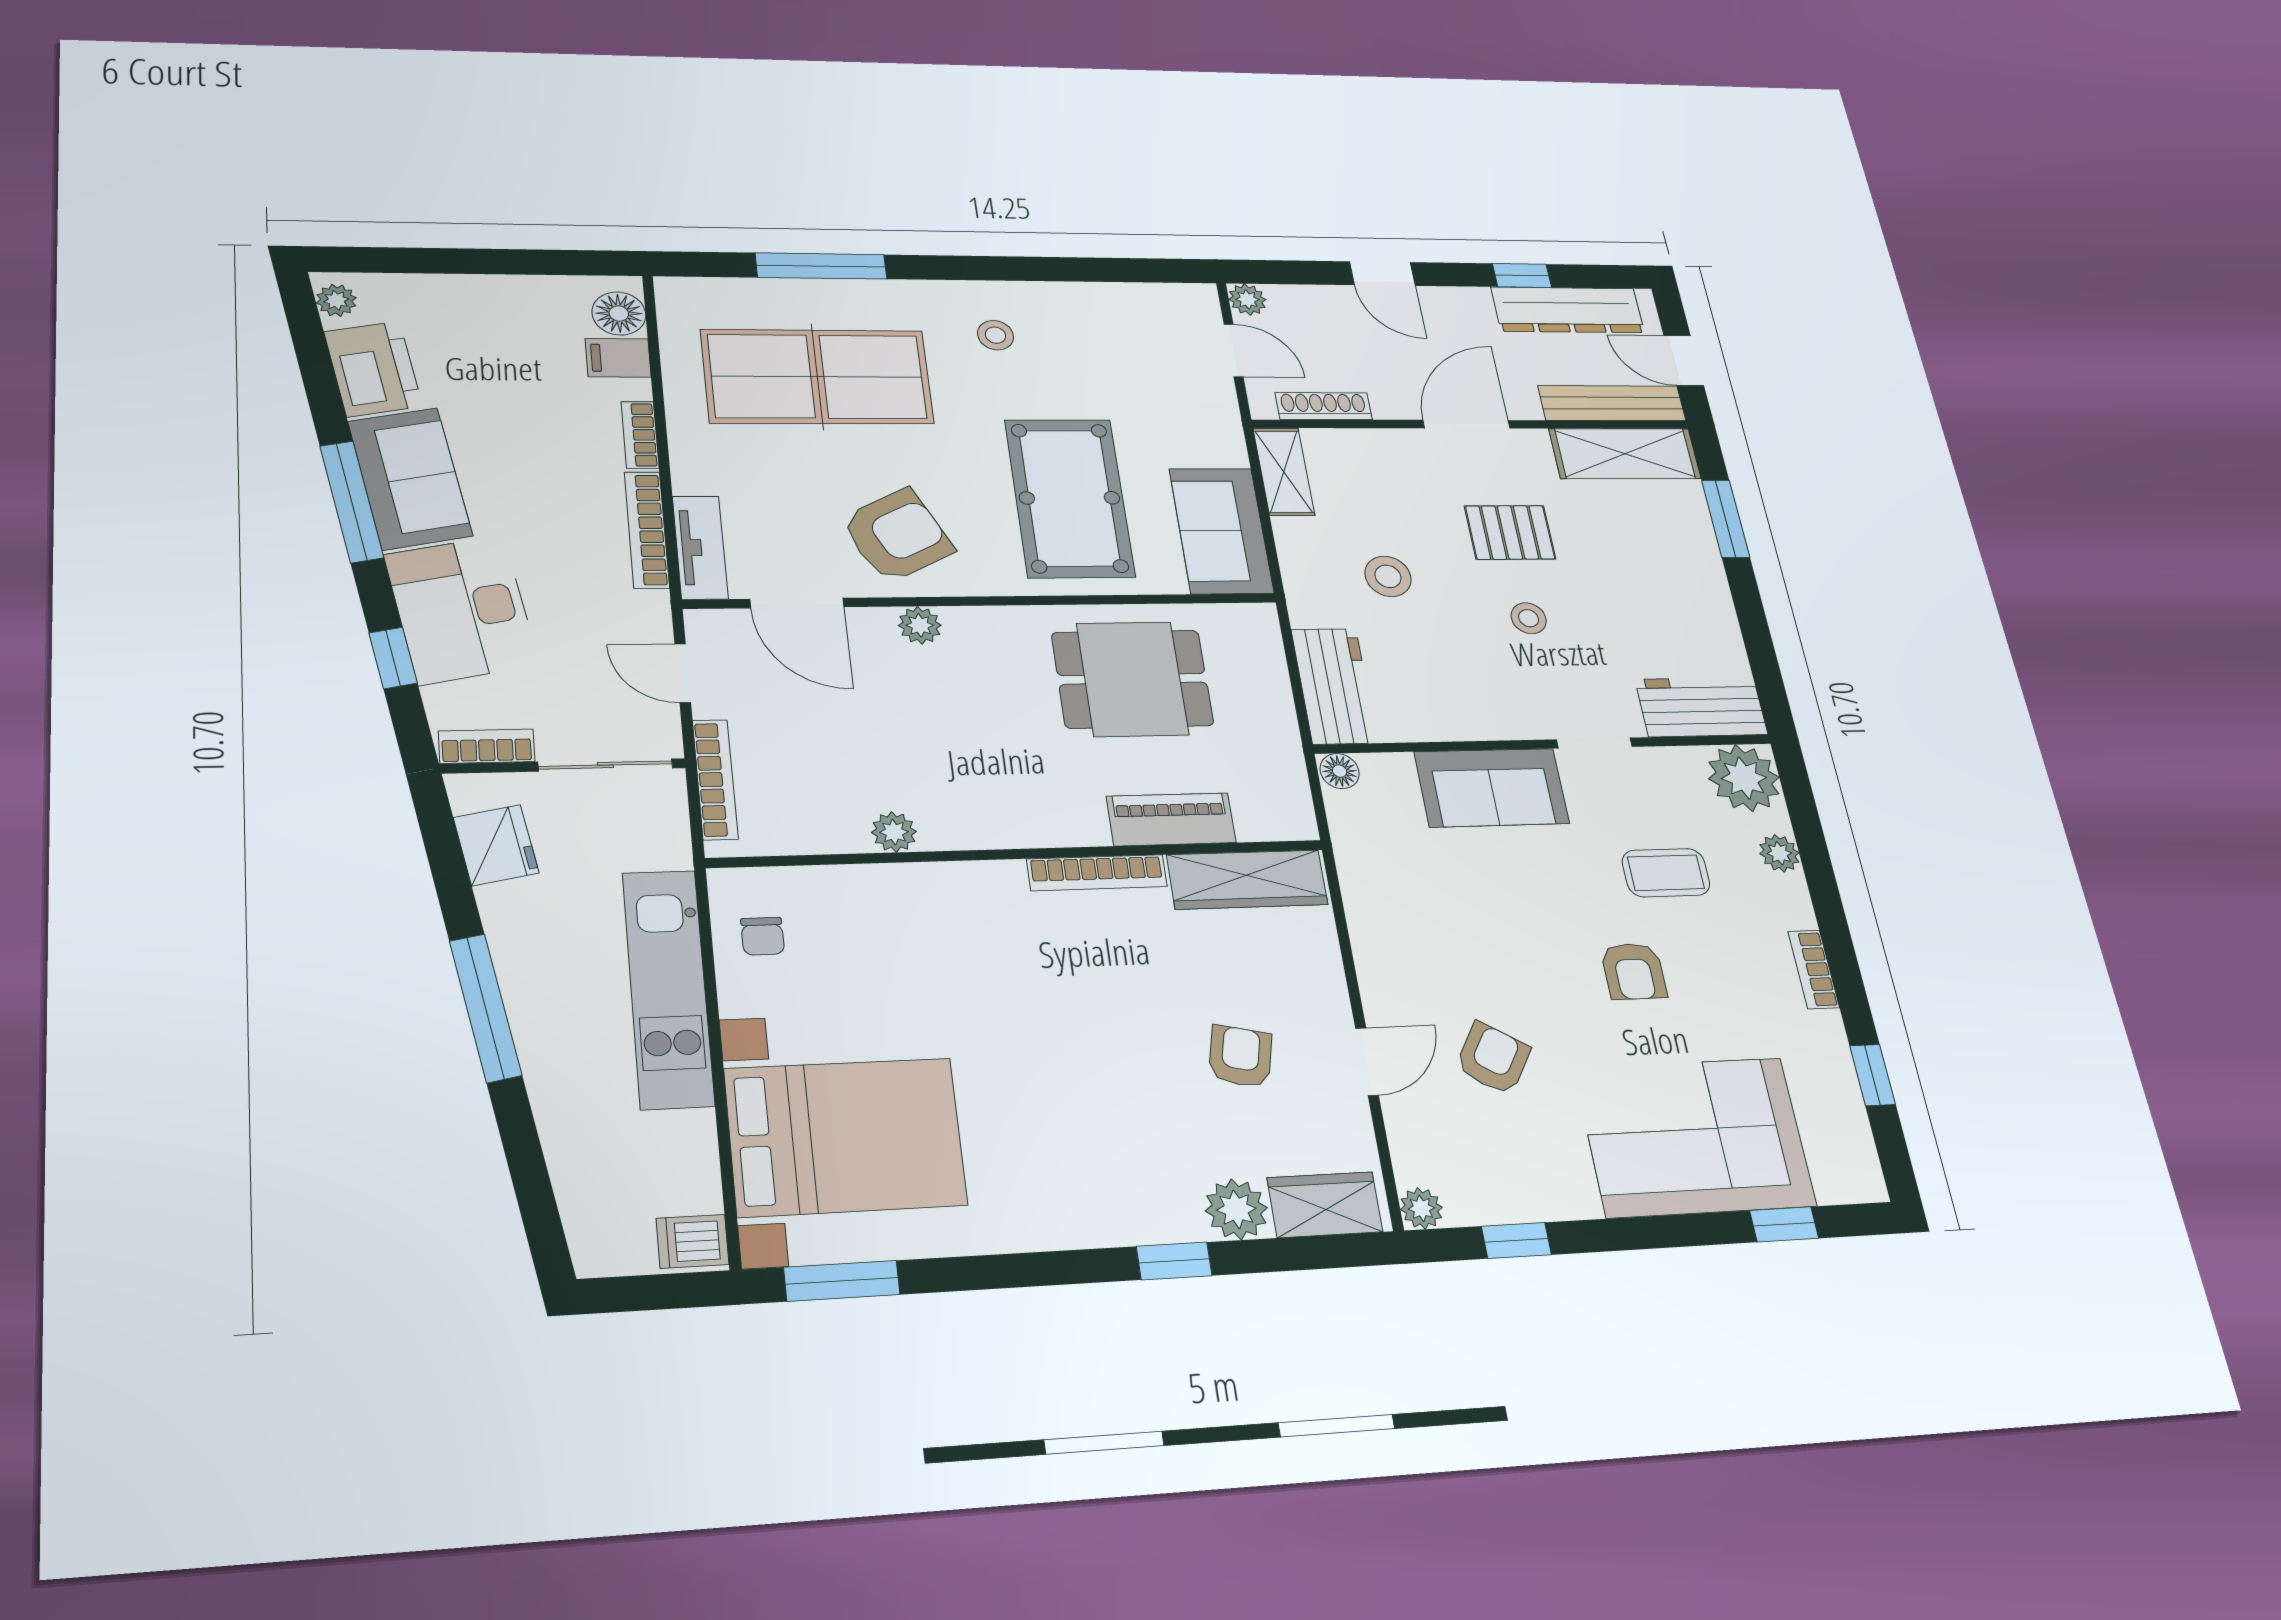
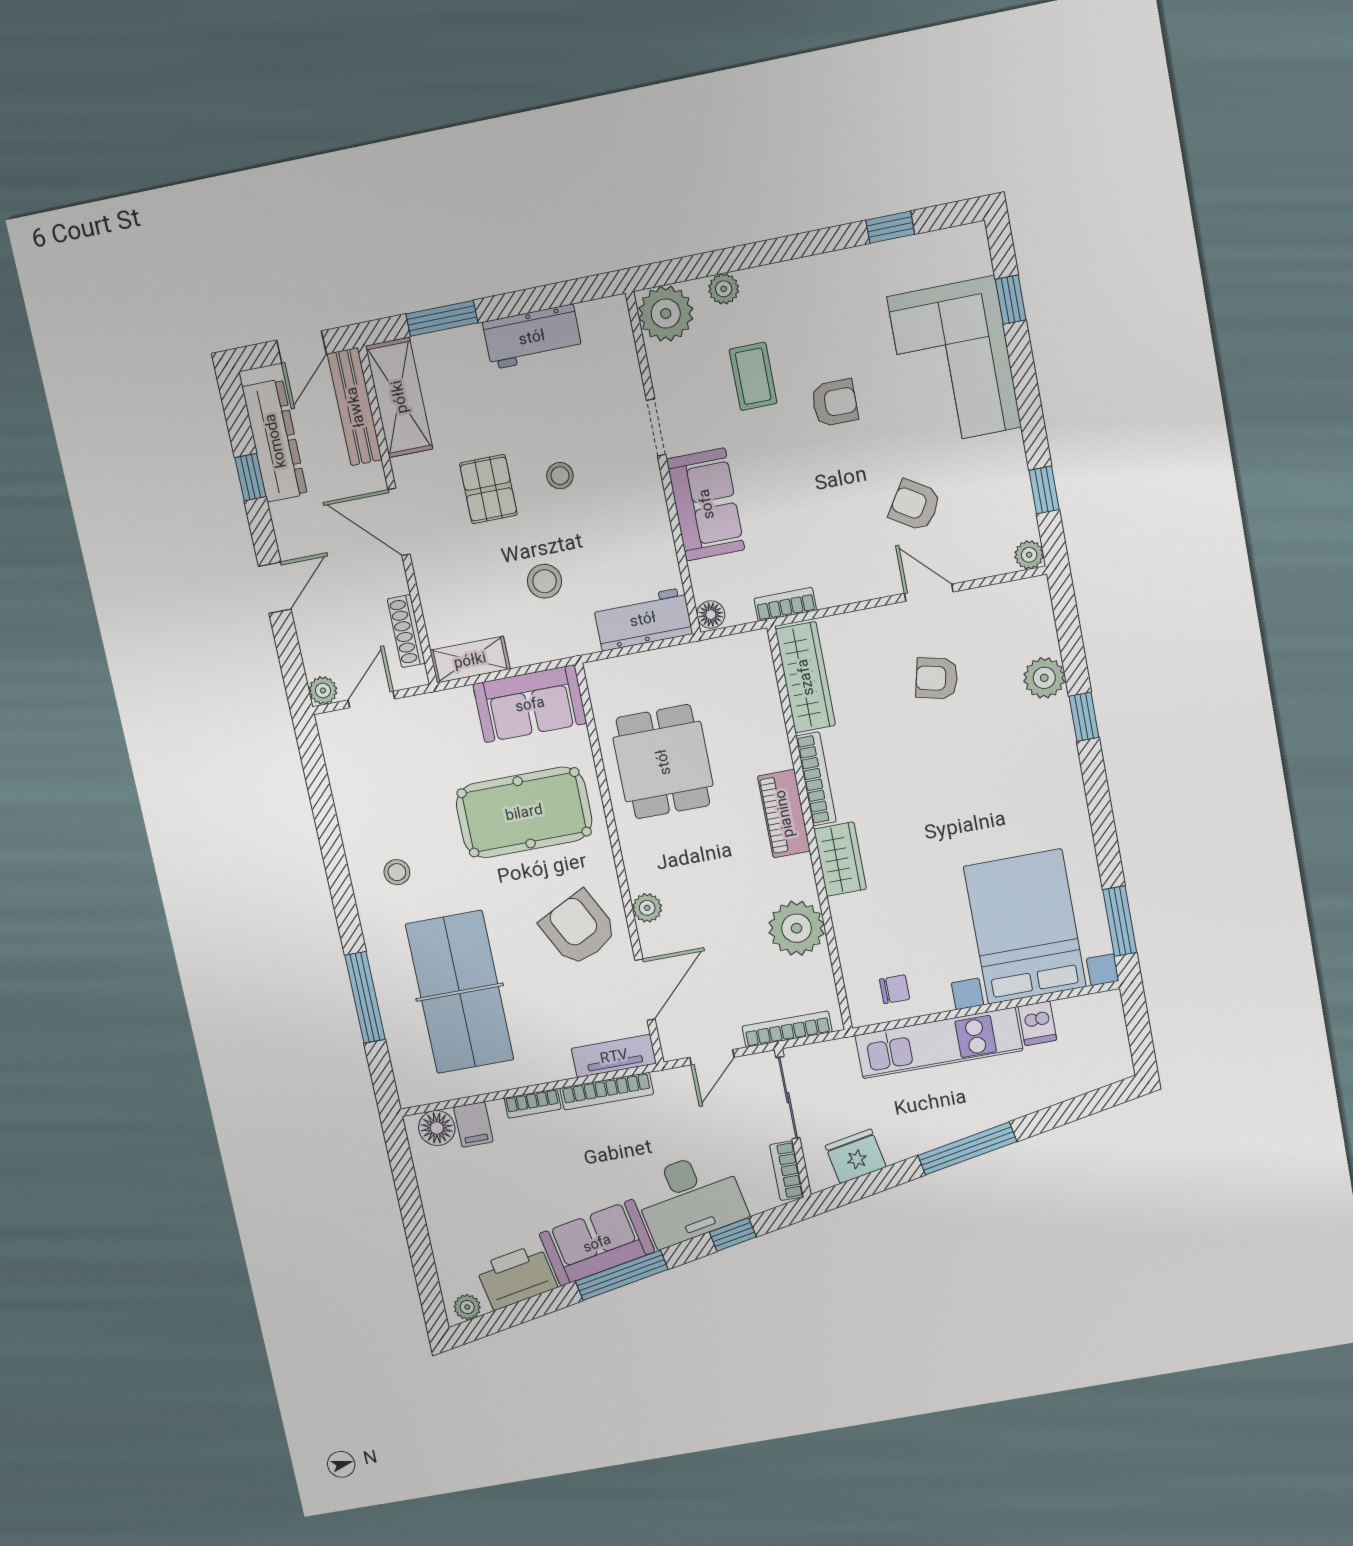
workbench: (1701, 707) -> (532, 337), moved, turned -90
piano: (1171, 819) -> (784, 814), moved
plant: (894, 832) -> (797, 928), width x1.88, depth x1.88
bookcase: (1814, 969) -> (785, 604), moved, turned 180
wardrobe: (1325, 1205) -> (840, 859), moved, turned 180
dishwasher: (692, 1241) -> (1037, 1023), moved

